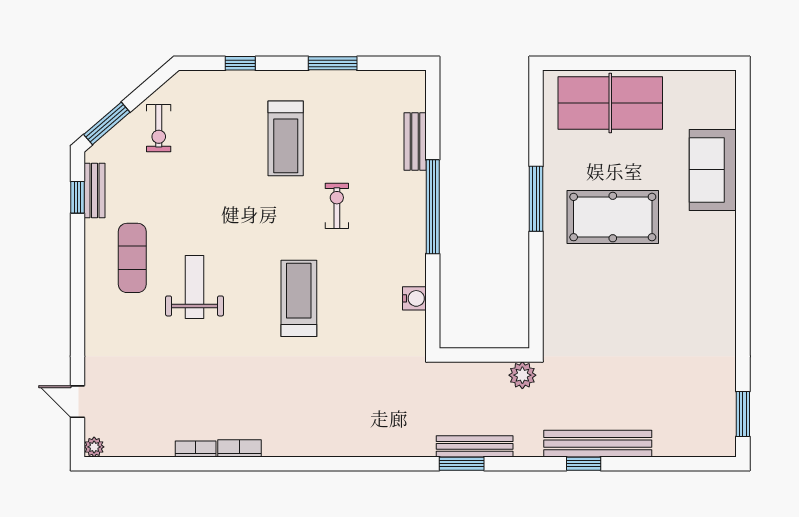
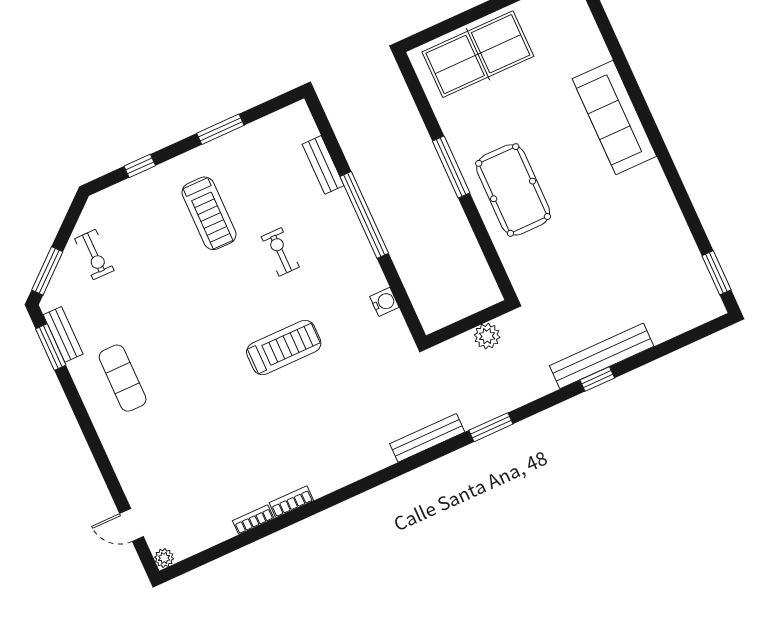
sofa: (713, 170) -> (614, 117), moved, width x1.36
window: (77, 197) -> (51, 347), width x1.50
pool table: (613, 217) -> (513, 190), moved, turned 90
weight bench: (195, 287) -> (188, 379), removed
treadmill: (299, 298) -> (284, 348), turned 90
plant: (522, 375) -> (487, 336), moved
bench: (475, 446) -> (427, 438), moved

